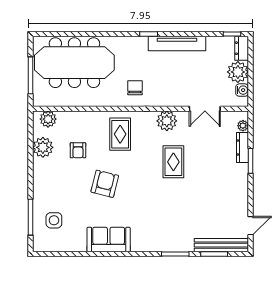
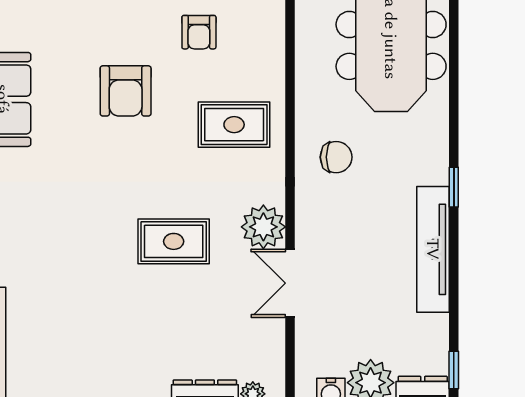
double door: (205, 109) -> (290, 283), moved
armchair: (78, 150) -> (199, 32), turned -90
armchair: (105, 184) -> (126, 91), turned 76

